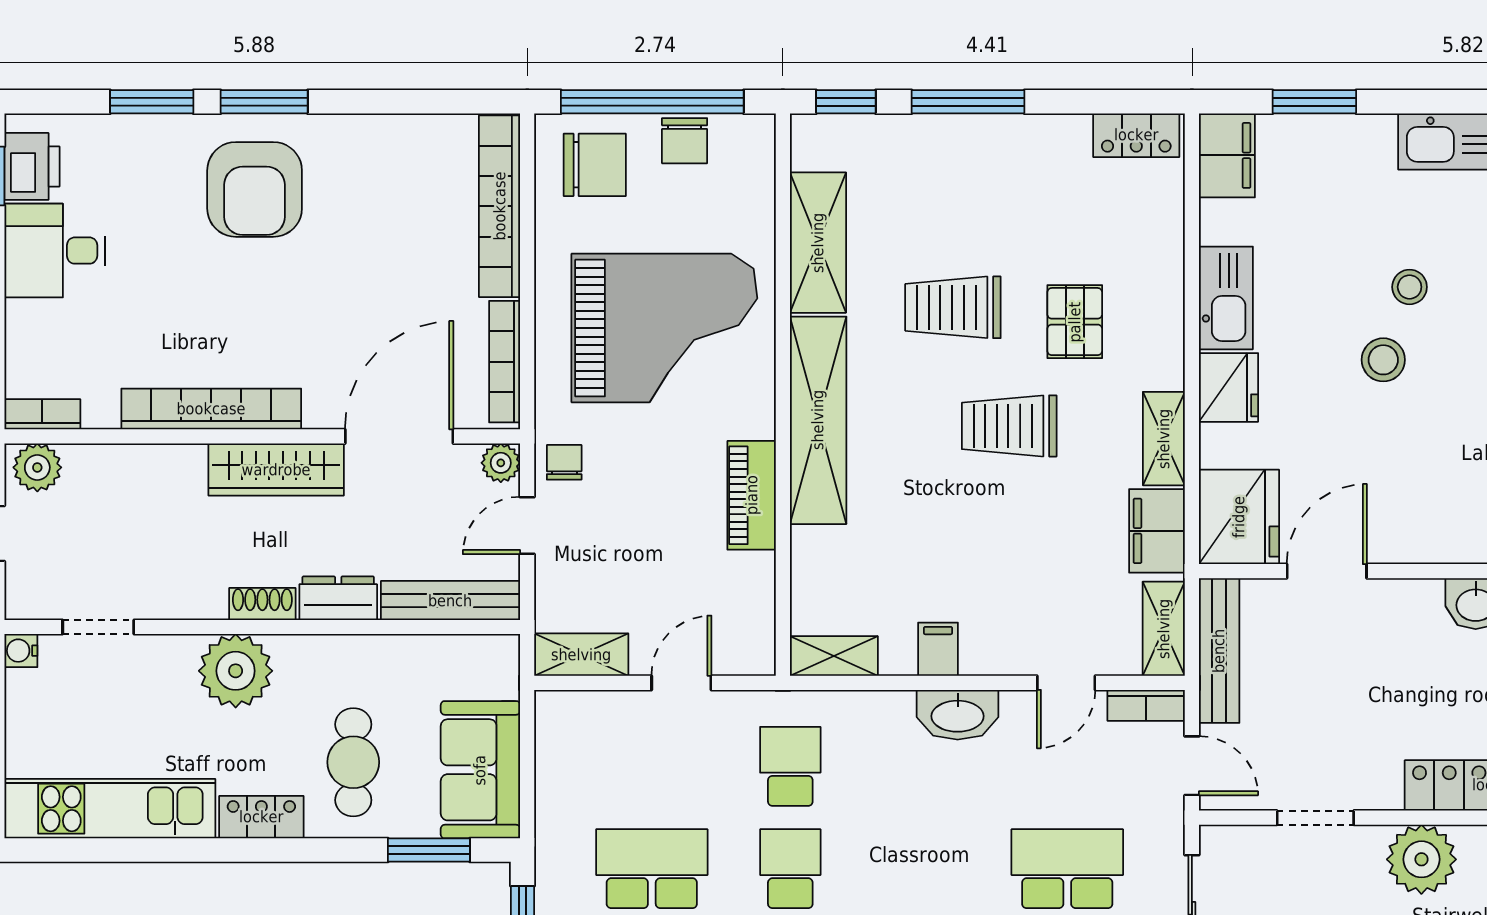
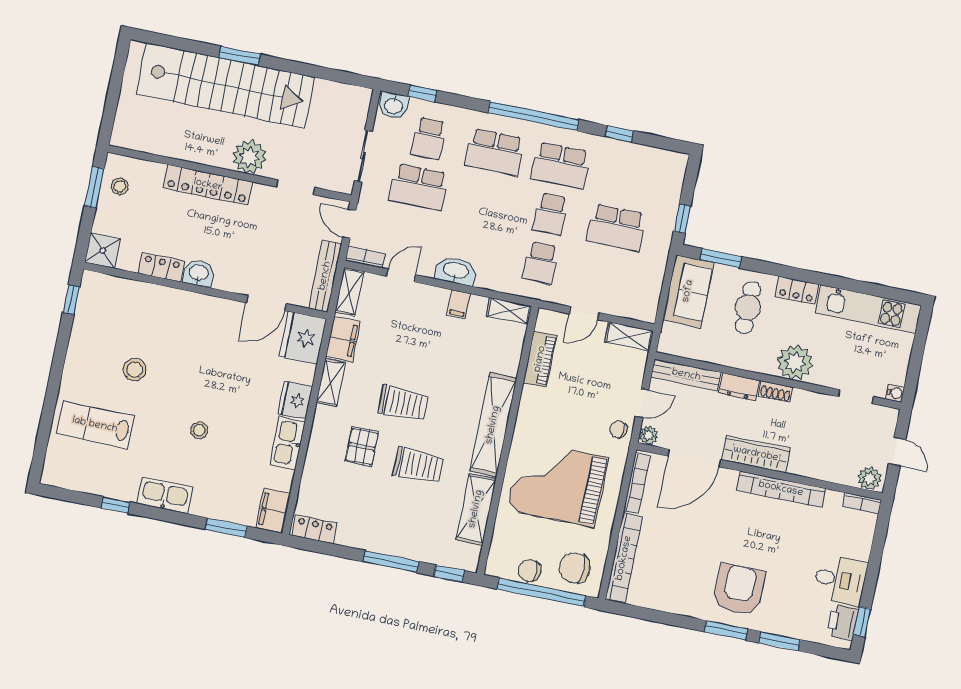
chair: (685, 141) -> (530, 571), turned -90
stool: (1383, 360) -> (219, 398), removed
chair: (564, 462) -> (618, 429), turned 99
piano: (752, 495) -> (540, 359), moved

